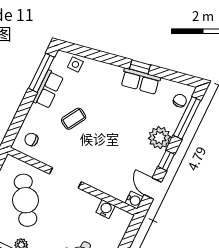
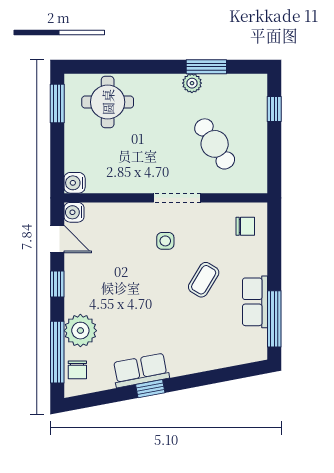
side table: (75, 64) -> (165, 241), moved
plant: (160, 138) -> (80, 331), moved
cafe table: (26, 200) -> (215, 144), width x0.73, depth x0.74
water cooler: (106, 209) -> (75, 183), moved, turned 90

